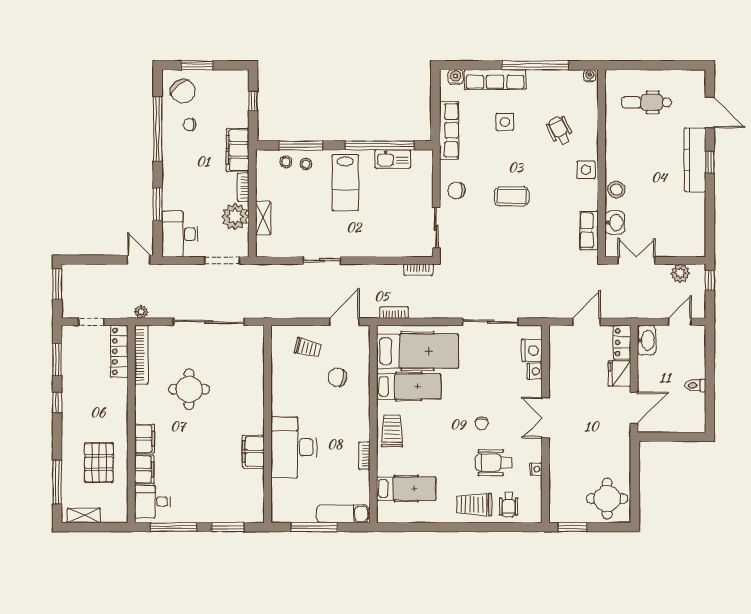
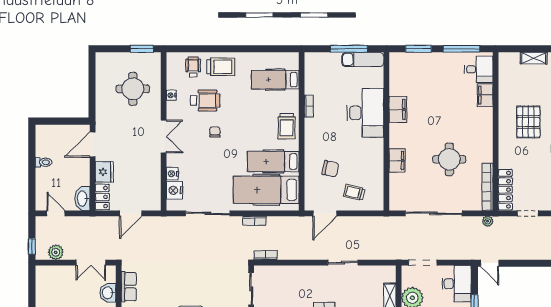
bookcase: (394, 313) -> (254, 221), moved
door: (680, 322) -> (56, 213), swing flipped
filing cabinet: (145, 439) -> (397, 160), moved, turned 180
pallet: (99, 463) -> (528, 122), moved
round table: (607, 499) -> (133, 89), moved
exam couch: (342, 514) -> (363, 59), moved

